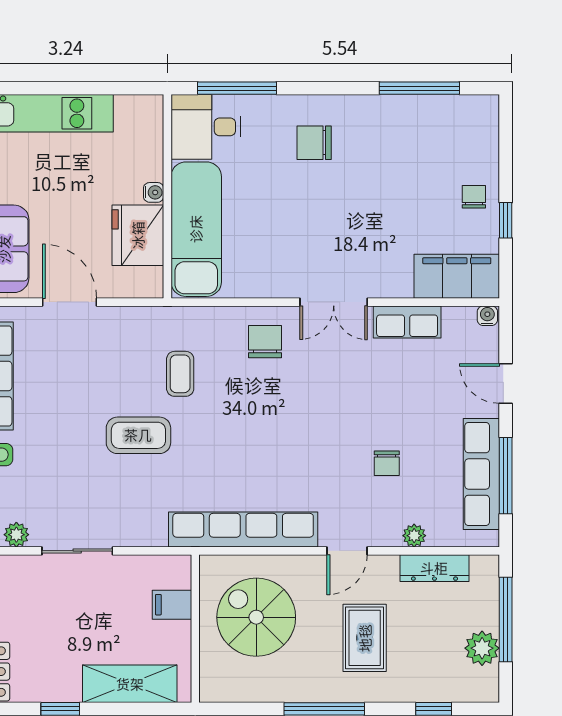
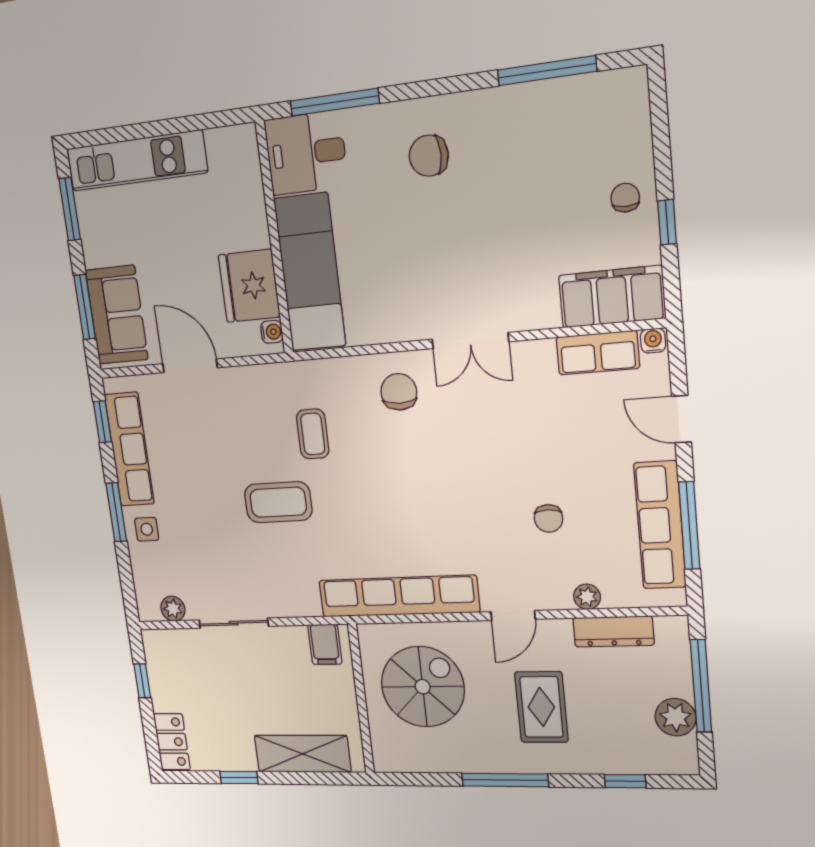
water cooler: (154, 192) -> (272, 332), moved
row of seats: (407, 322) -> (598, 353), moved
filing cabinet: (172, 605) -> (325, 644), moved, turned -90
spiral stairs: (256, 617) -> (423, 687), turned 90

